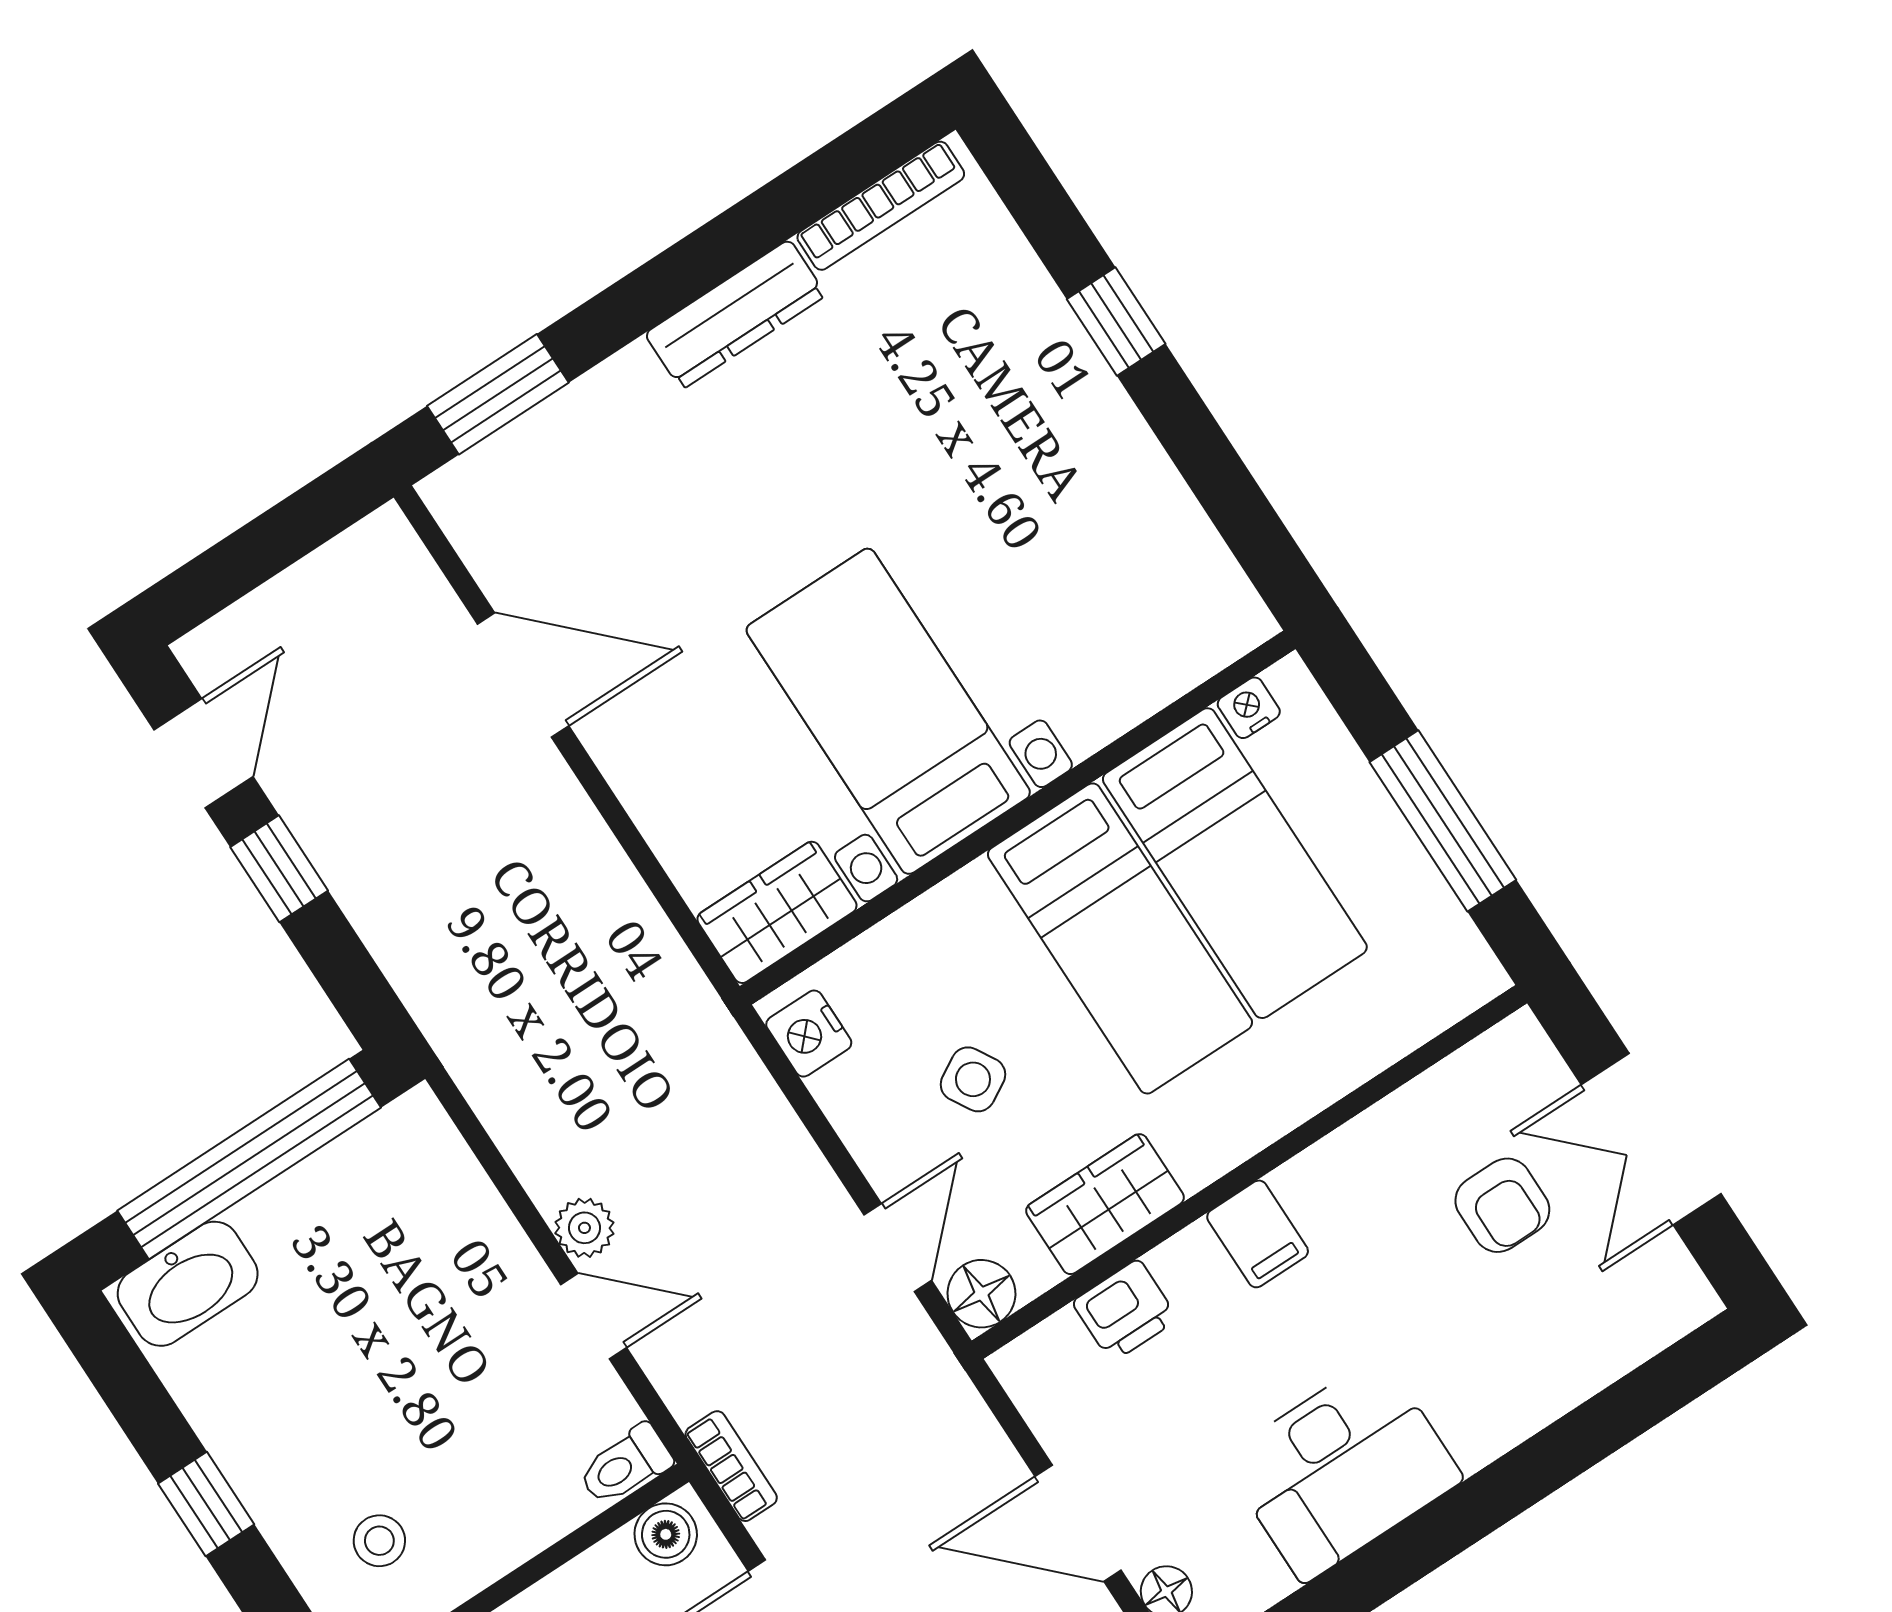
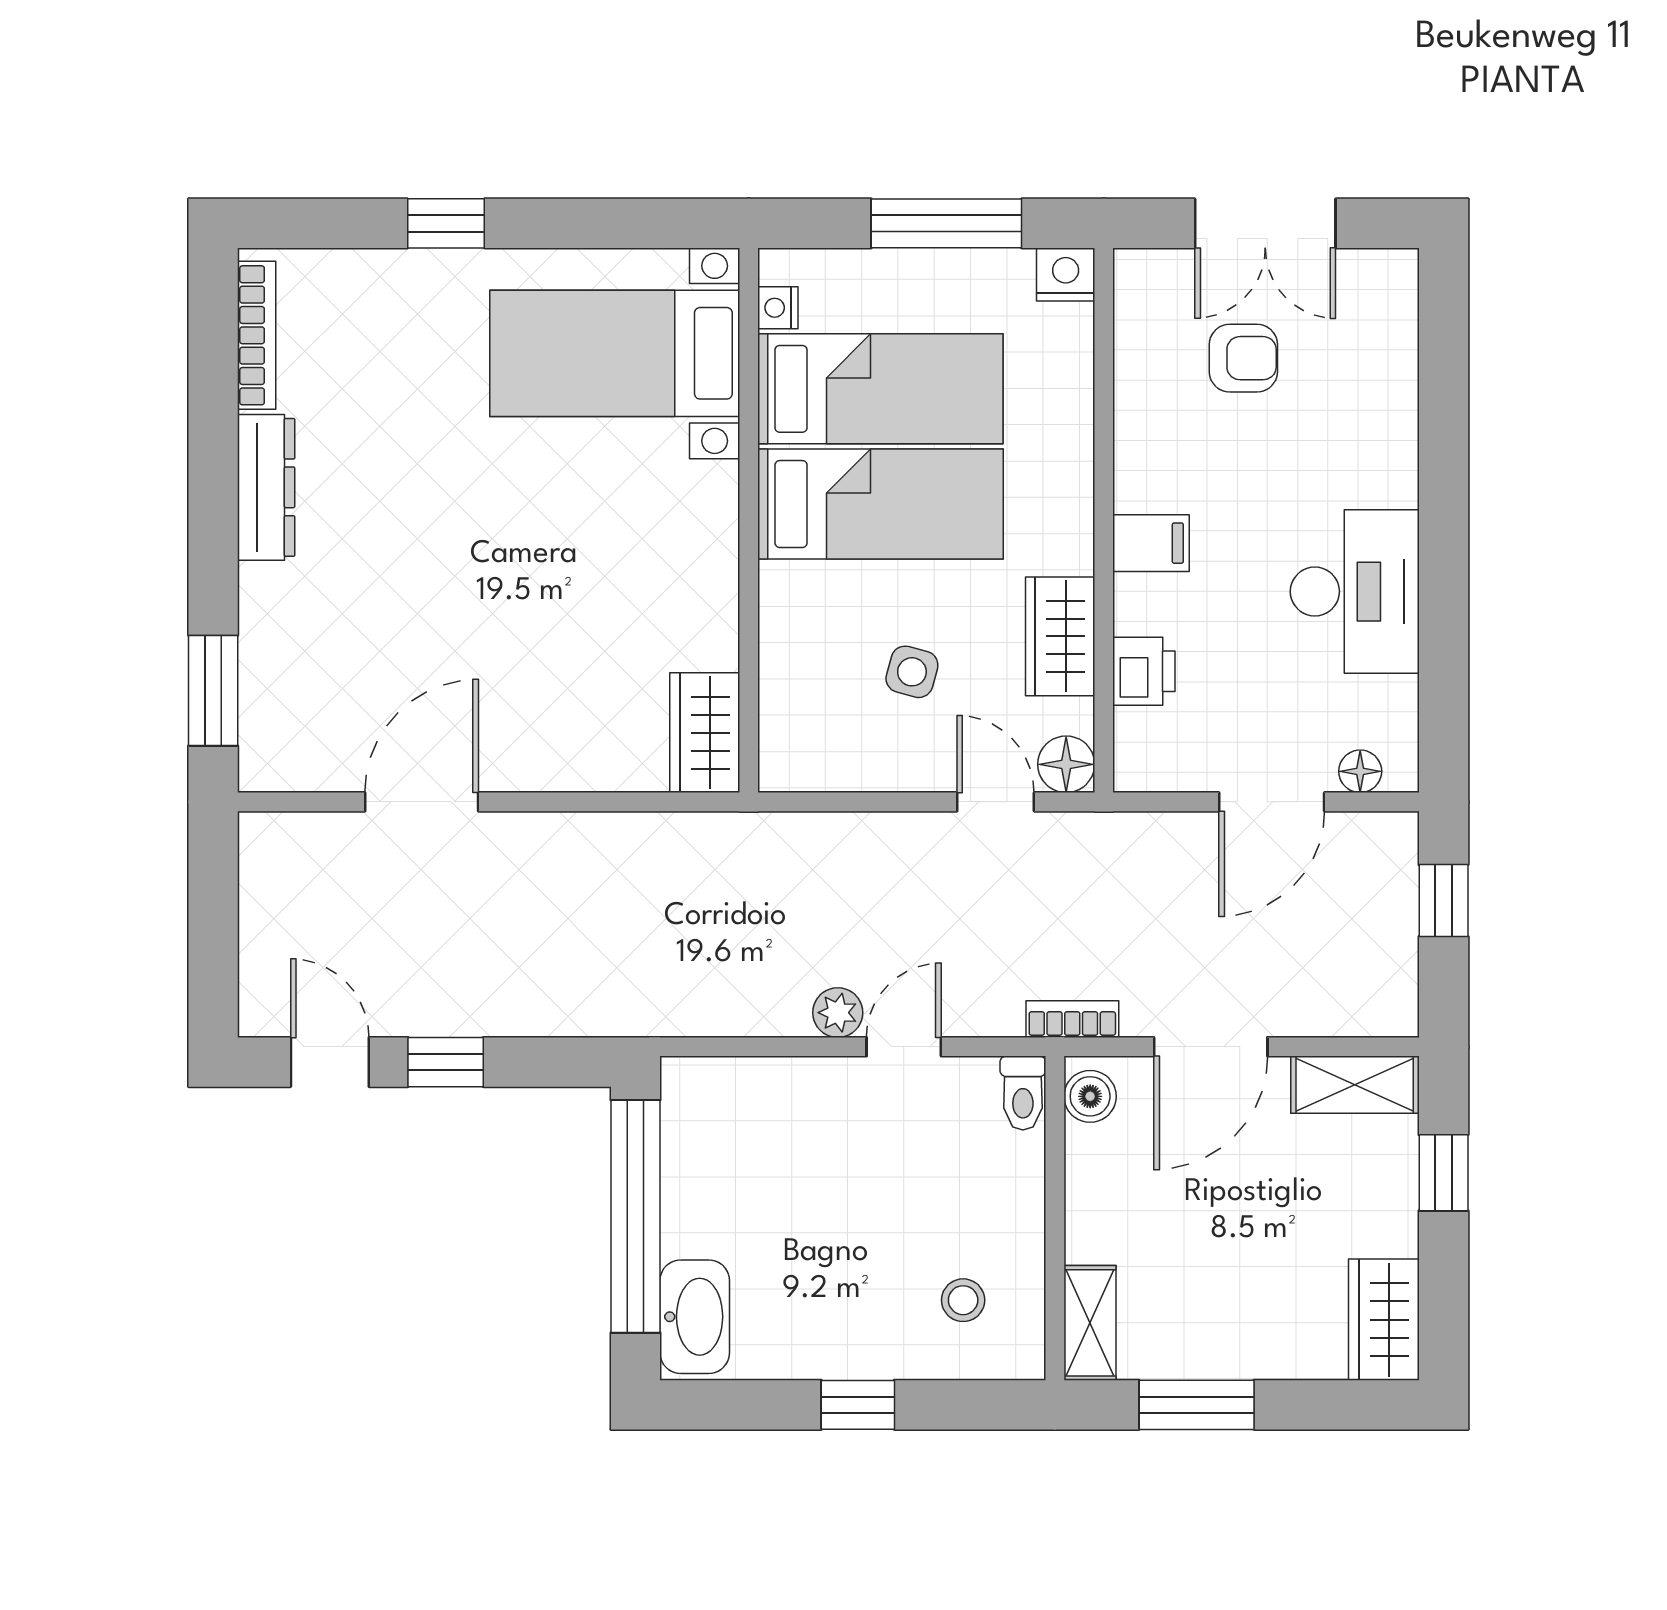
bed with nightstands: (888, 711) -> (615, 353), moved
nightstand: (809, 1034) -> (1066, 275), moved, turned 180
side table: (973, 1079) -> (912, 672), turned 45

